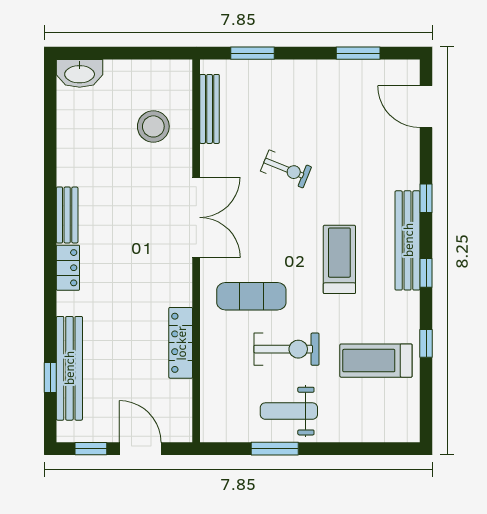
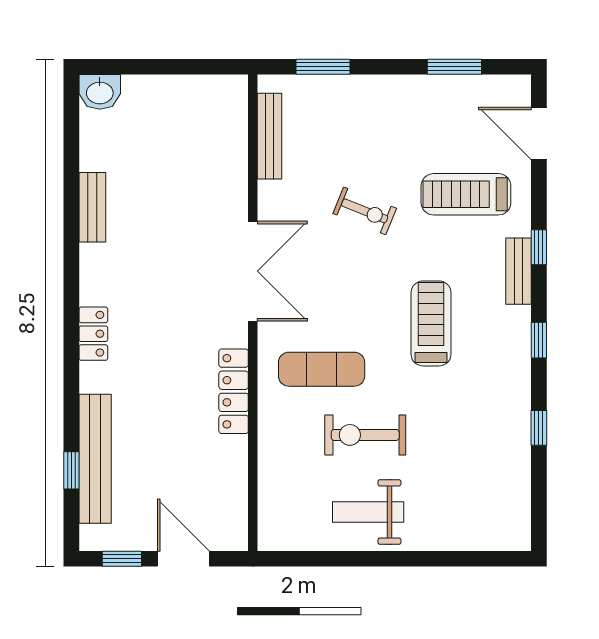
washbasin: (80, 73) -> (100, 92), width x0.72
stool: (153, 126) -> (200, 158), removed
bench: (67, 215) -> (92, 207), moved
bench: (408, 240) -> (518, 271), width x0.54, depth x0.82
locker: (181, 343) -> (234, 391), moved
exercise bike: (287, 349) -> (365, 435), turned 180
treadmill: (376, 361) -> (466, 194), moved
window: (275, 449) -> (351, 559), removed

